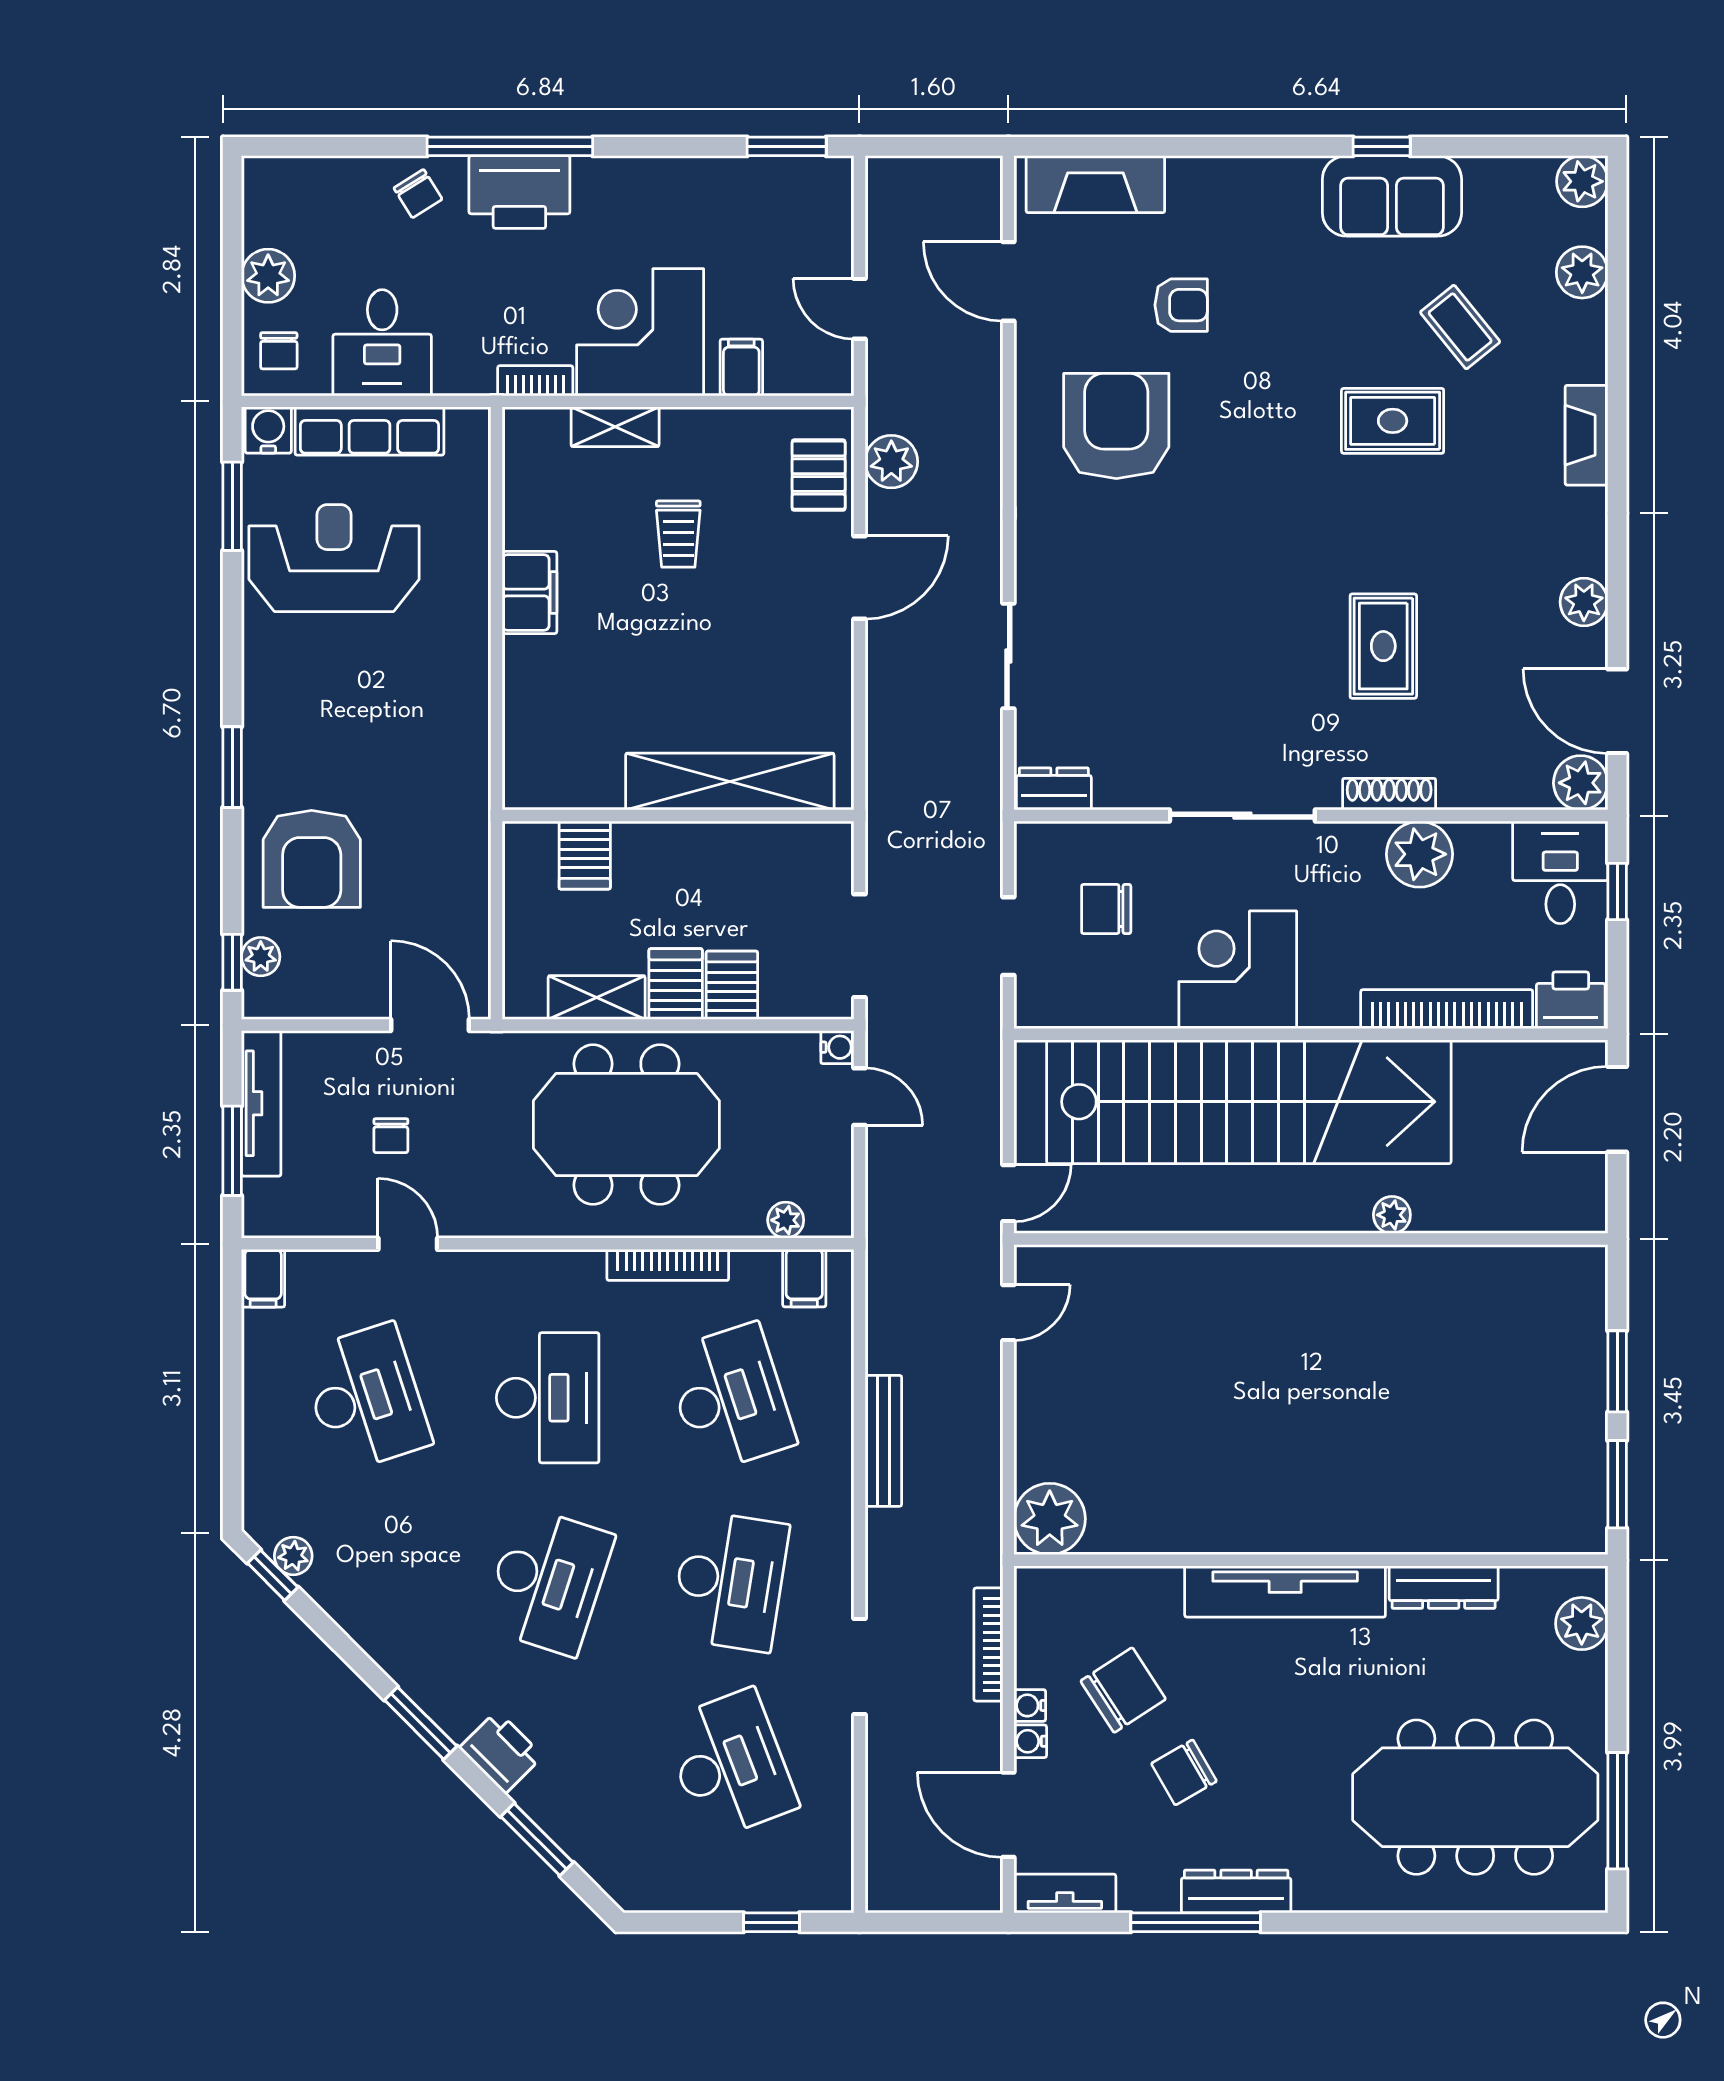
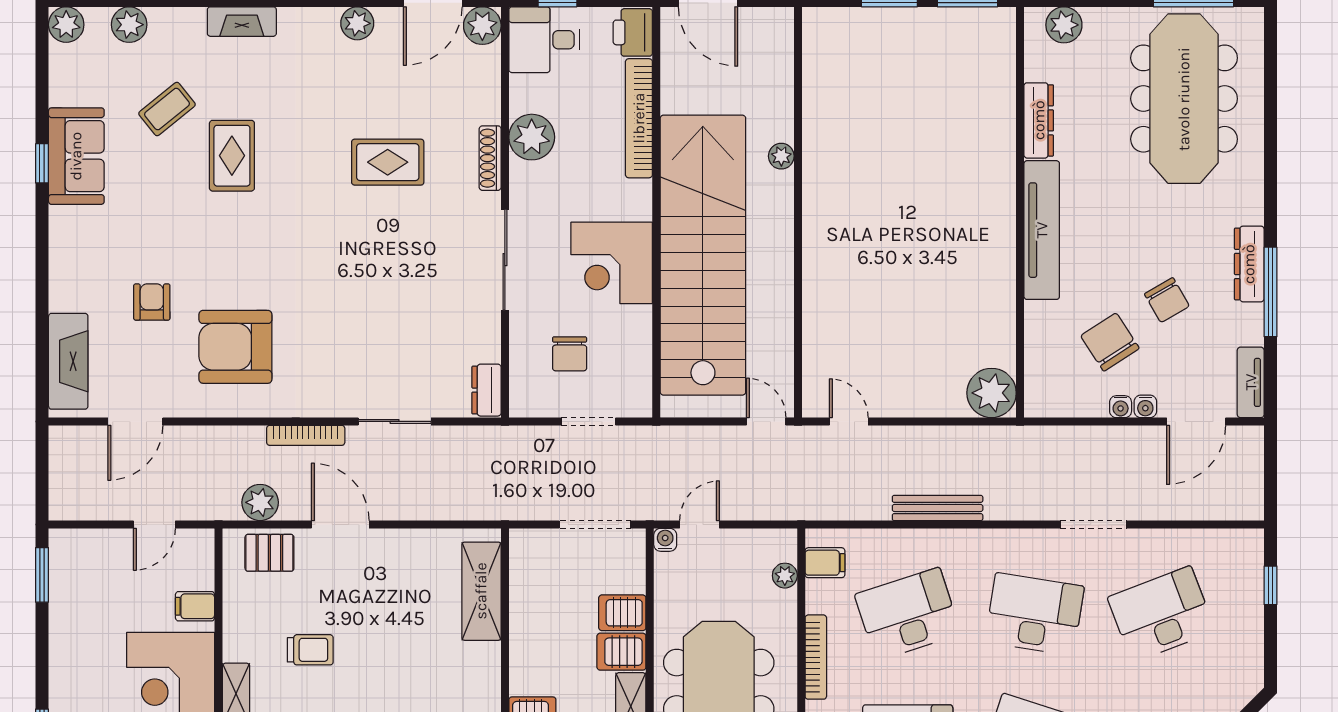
shelving: (730, 782) -> (481, 591), width x0.68
bookcase: (988, 1645) -> (306, 435), moved

